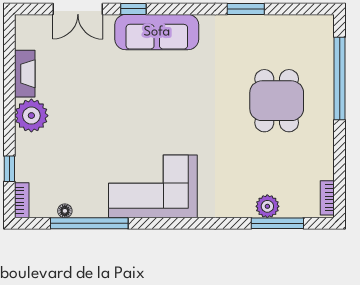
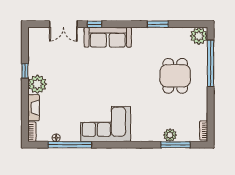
plant: (319, 30) -> (199, 36), added
fireplace: (25, 74) -> (34, 108), moved
window: (9, 169) -> (25, 71), moved

